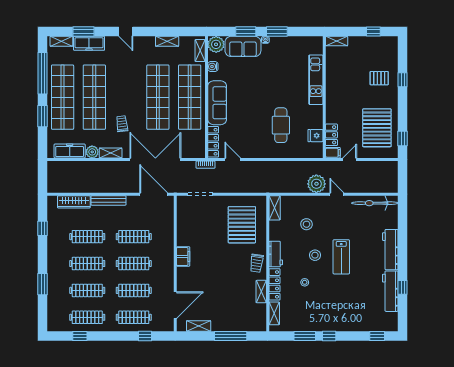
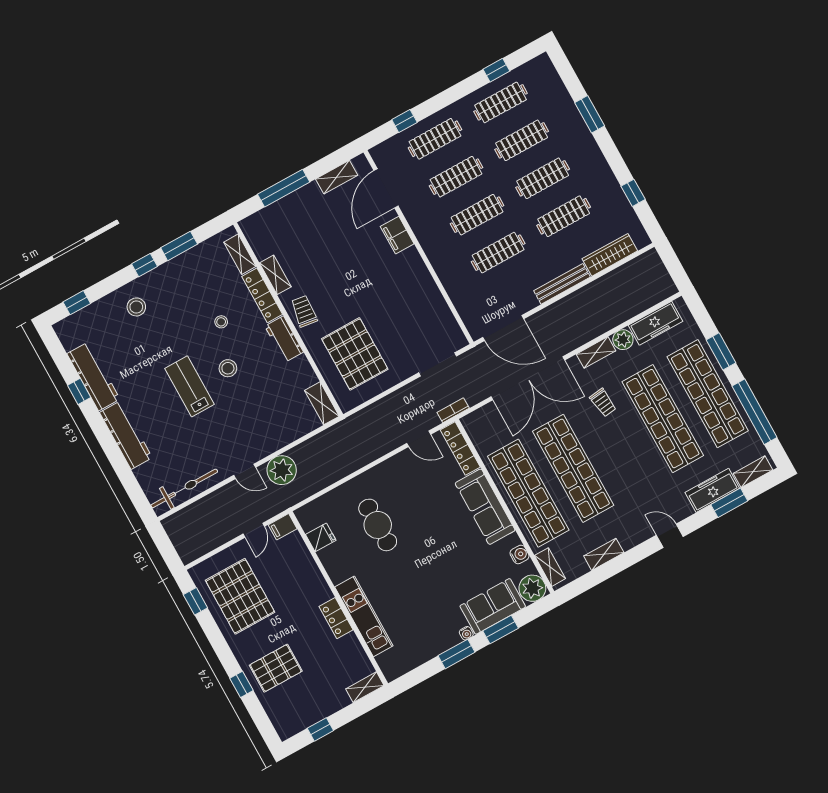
pallet: (379, 78) -> (276, 668), width x1.50, depth x1.42
locker: (331, 135) -> (336, 618), moved
stool: (306, 224) -> (136, 307), moved
filing cabinet: (183, 256) -> (397, 235), moved

